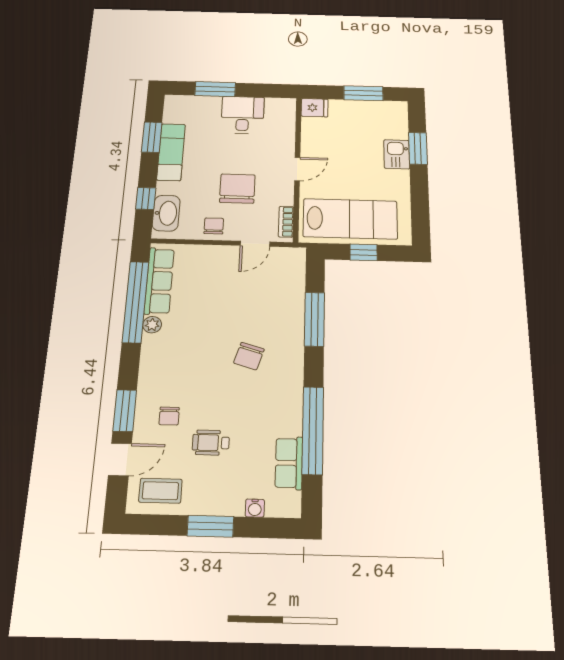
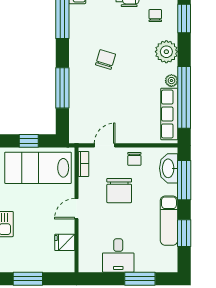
fridge: (315, 108) -> (65, 242), moved
window: (146, 199) -> (184, 180), width x2.17
plant: (156, 364) -> (166, 52), added

